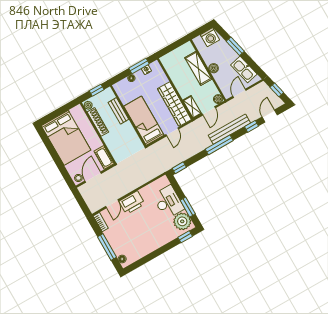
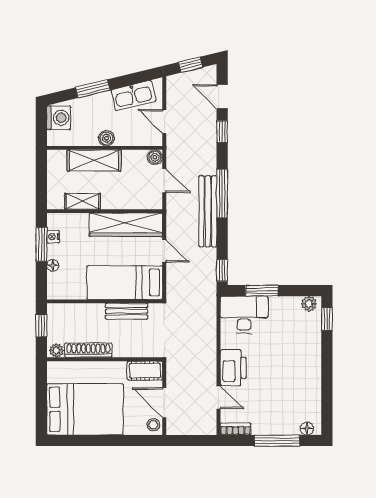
shelving: (192, 107) -> (82, 201), moved
bench: (118, 111) -> (127, 311), moved
bench: (229, 129) -> (208, 211), moved
desk: (168, 202) -> (244, 315), moved
window: (188, 207) -> (262, 291), moved
plant: (182, 221) -> (309, 304), width x0.53, depth x0.53

